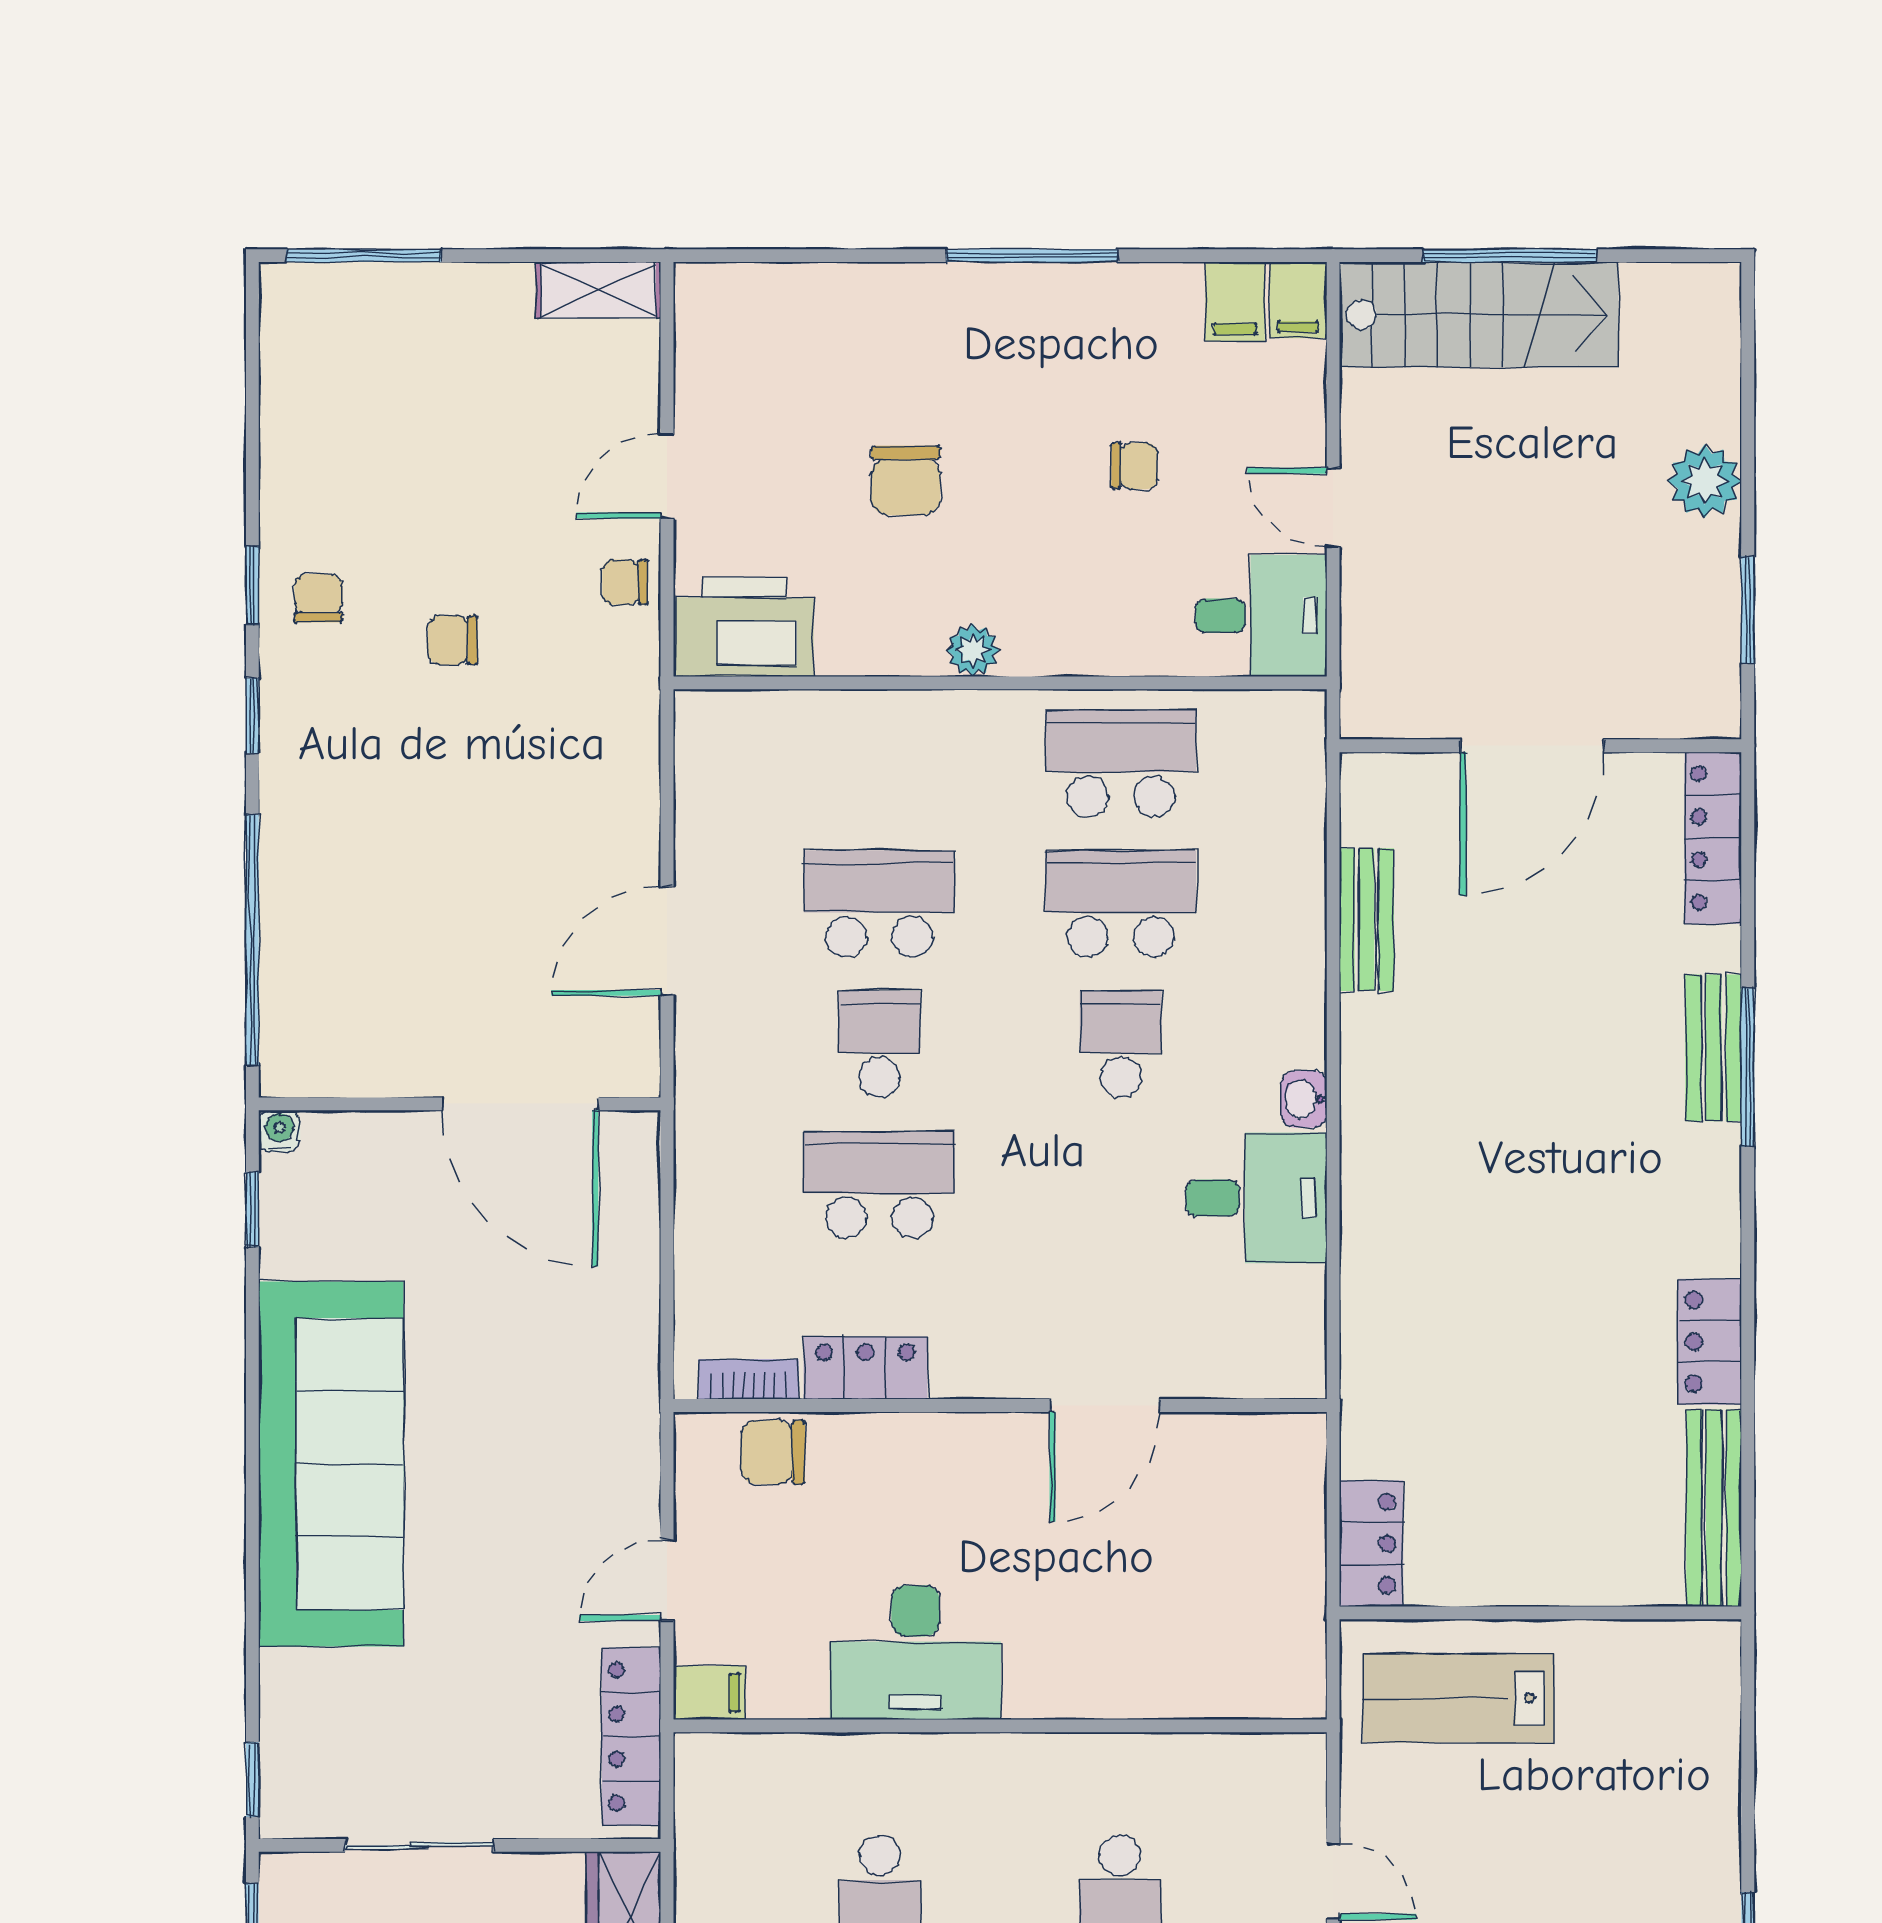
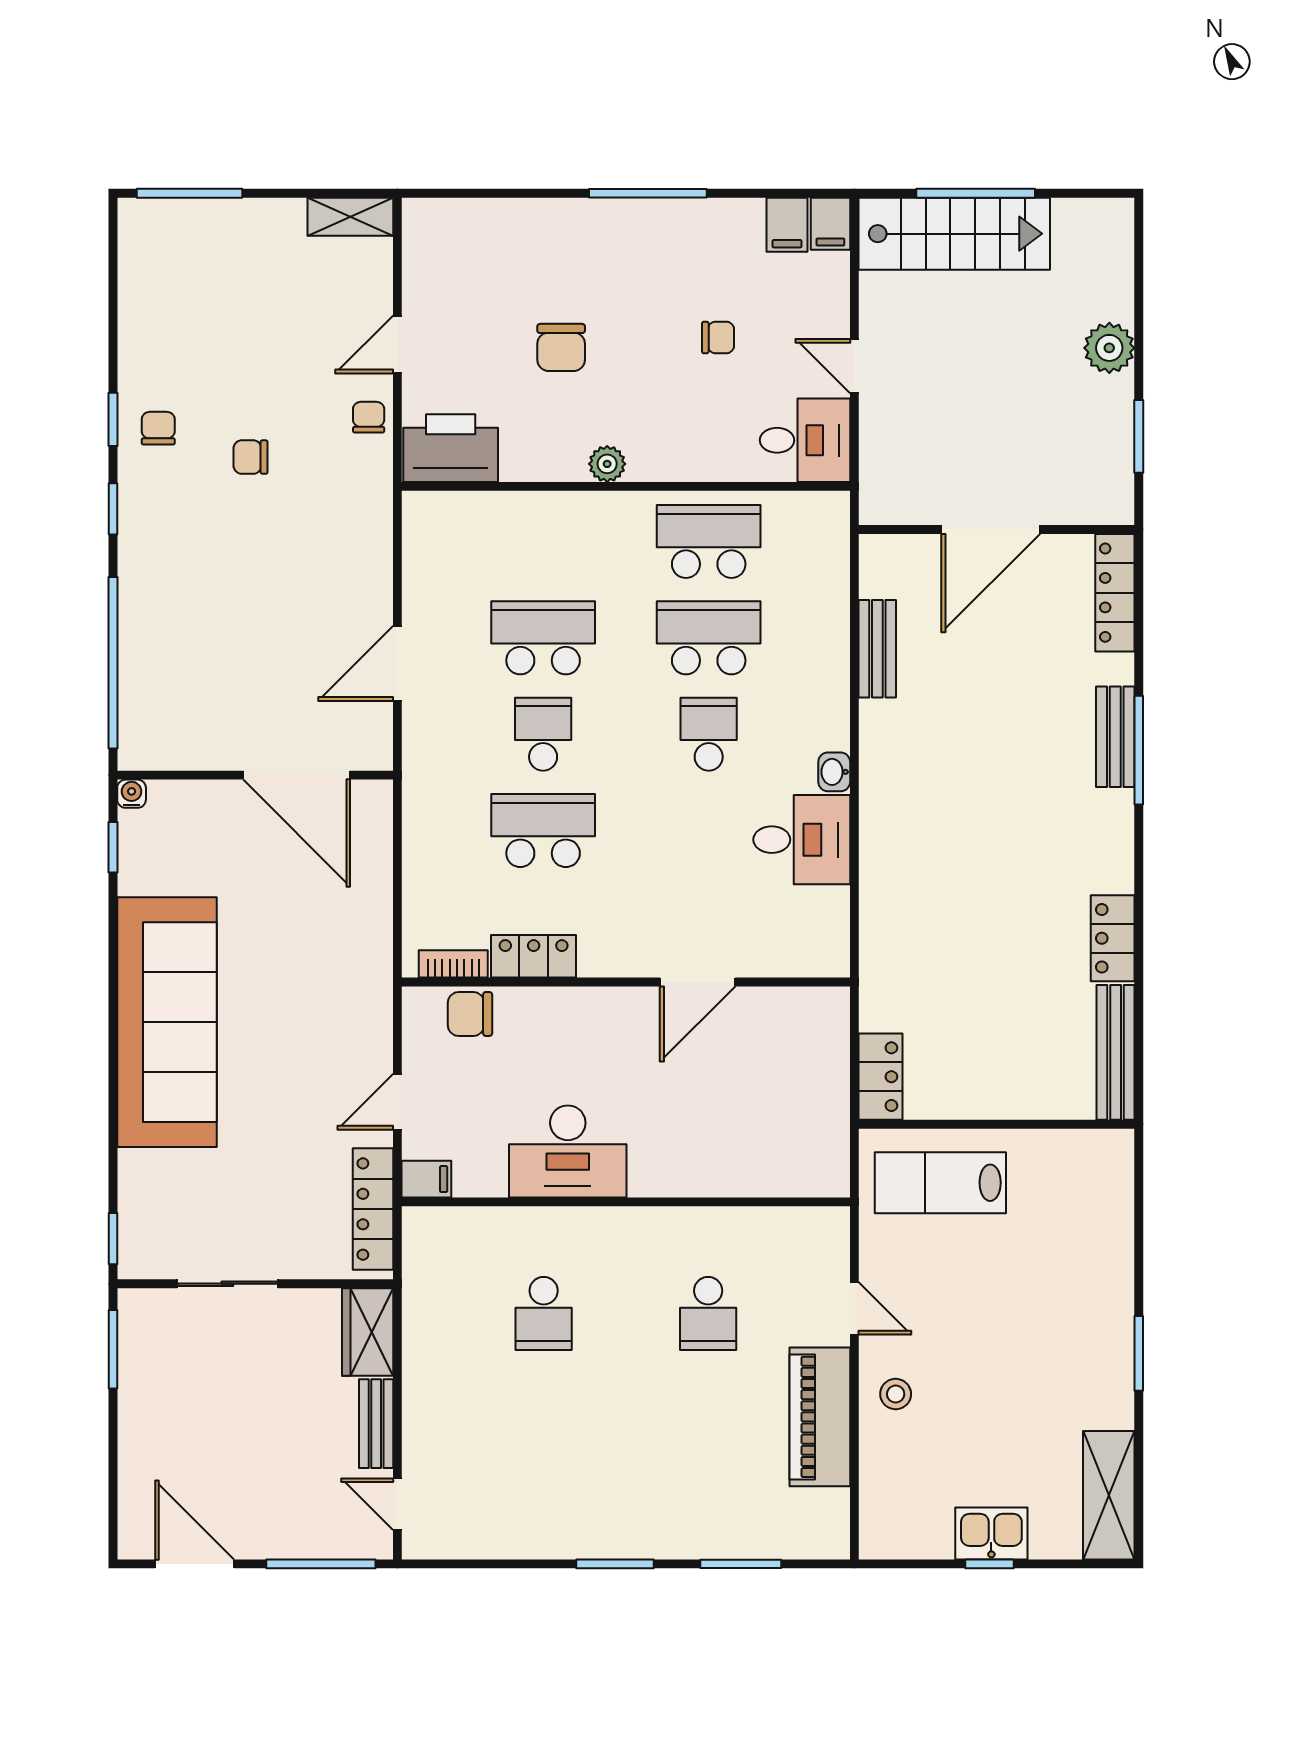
chair: (625, 582) -> (369, 417), turned 90

